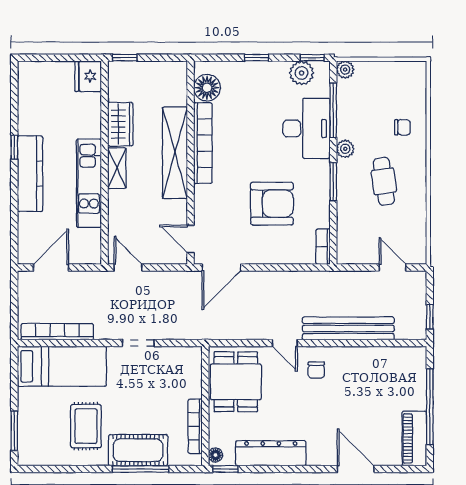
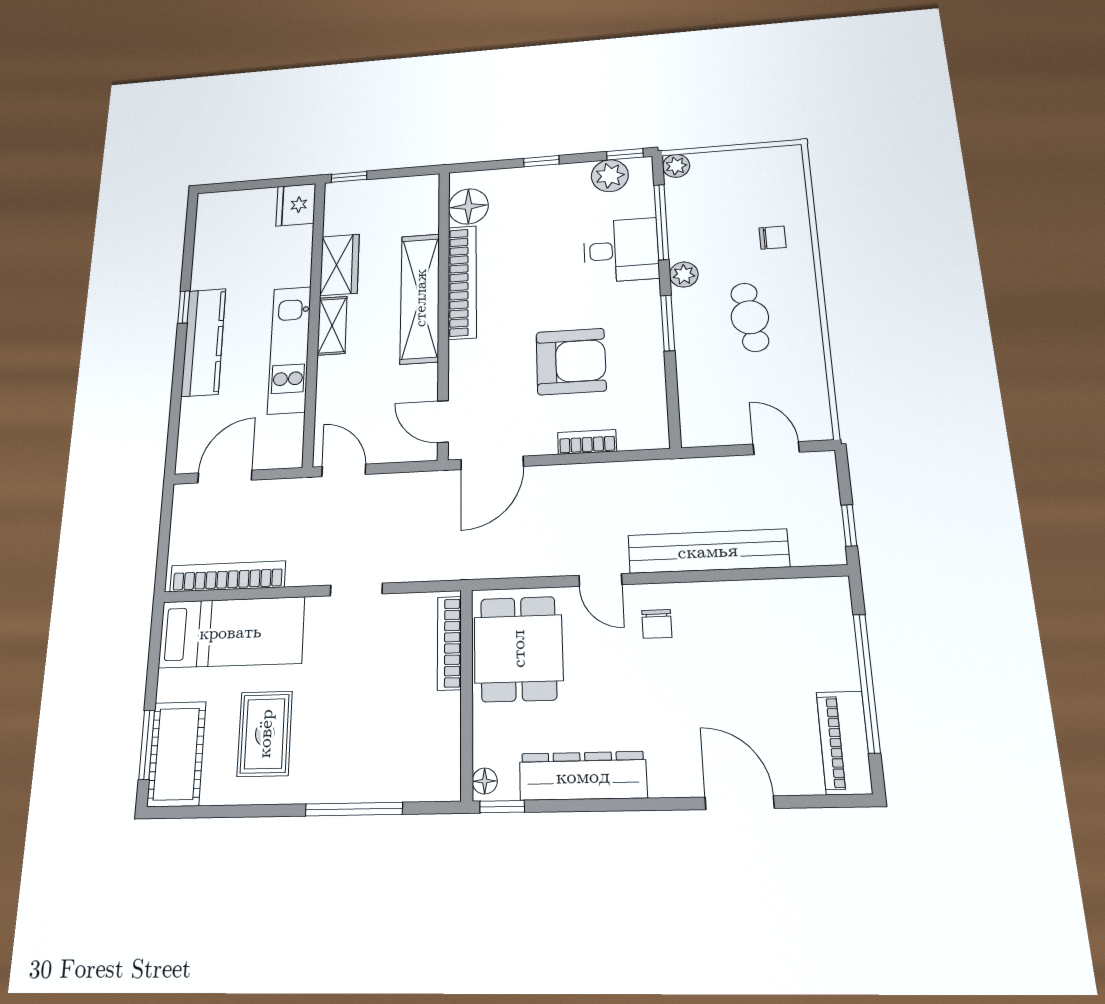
desk: (306, 128) -> (621, 250), width x0.73
bookcase: (323, 247) -> (587, 442), moved, turned 90
bookcase: (195, 426) -> (449, 643), moved
cot: (138, 450) -> (176, 754), moved, turned 90

